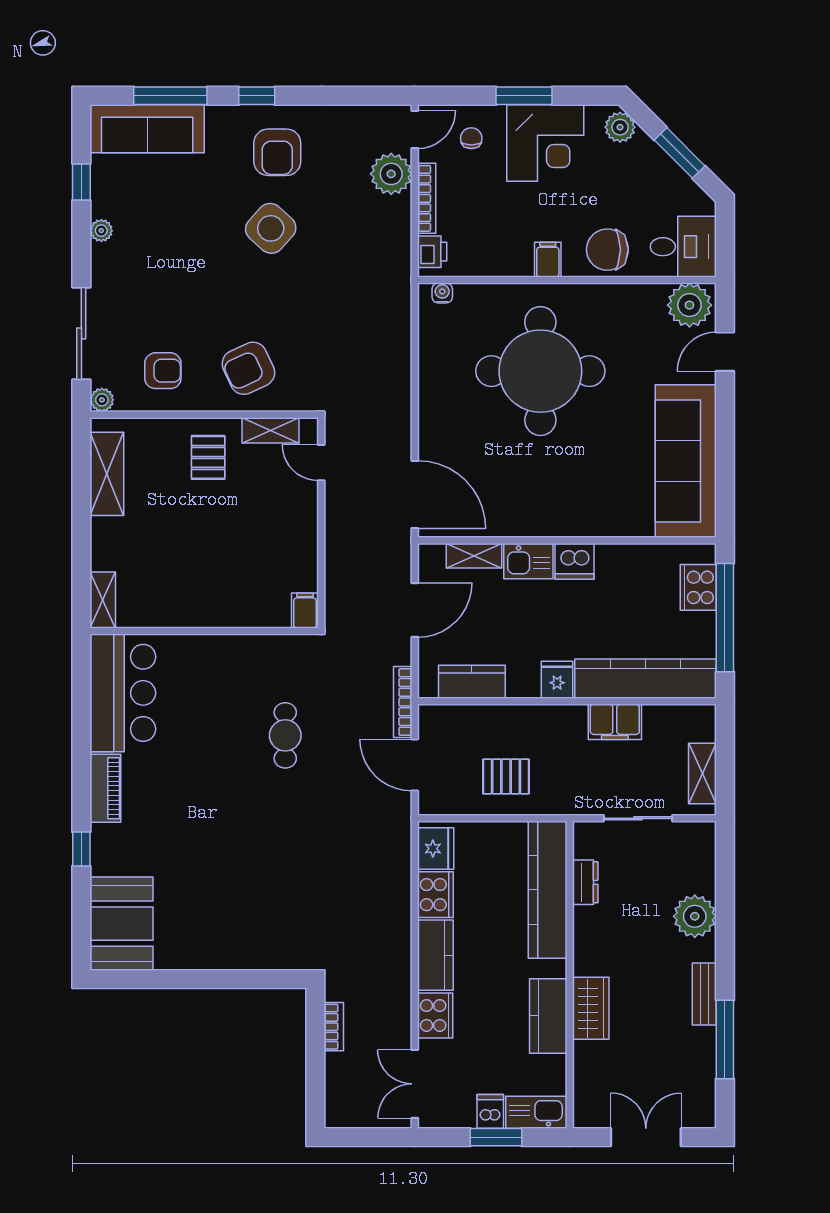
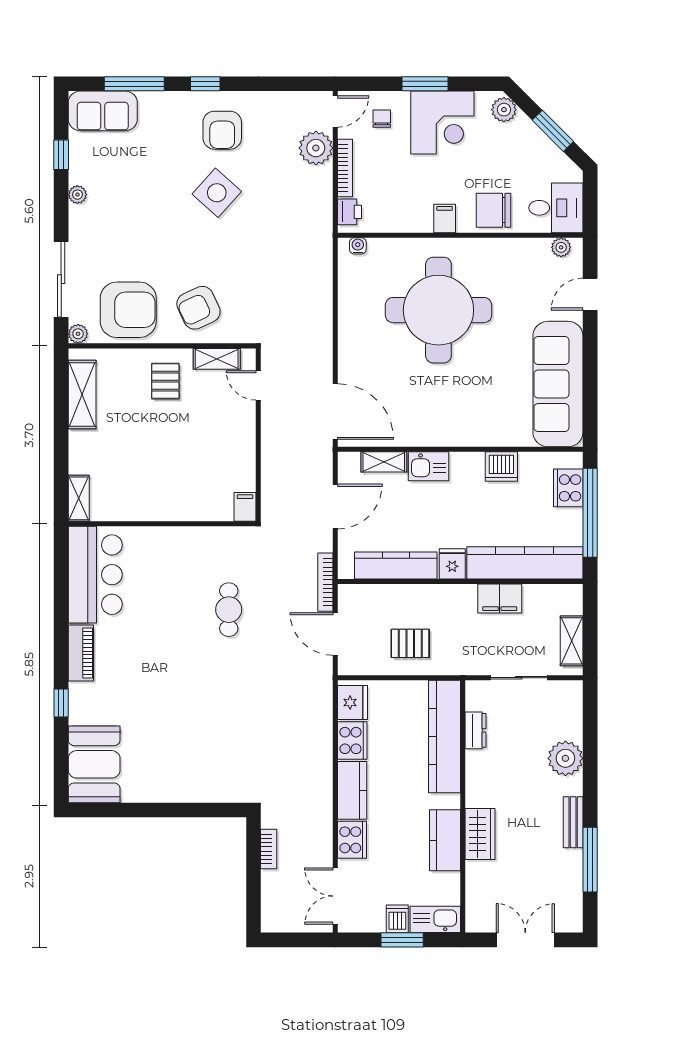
sofa: (147, 129) -> (103, 111), width x0.73
plant: (689, 305) -> (561, 247), width x0.53, depth x0.53
armchair: (163, 371) -> (128, 310), width x1.88, depth x1.88
dishwasher: (575, 561) -> (501, 467), moved
kitchen counter: (472, 682) -> (396, 565), width x1.50

